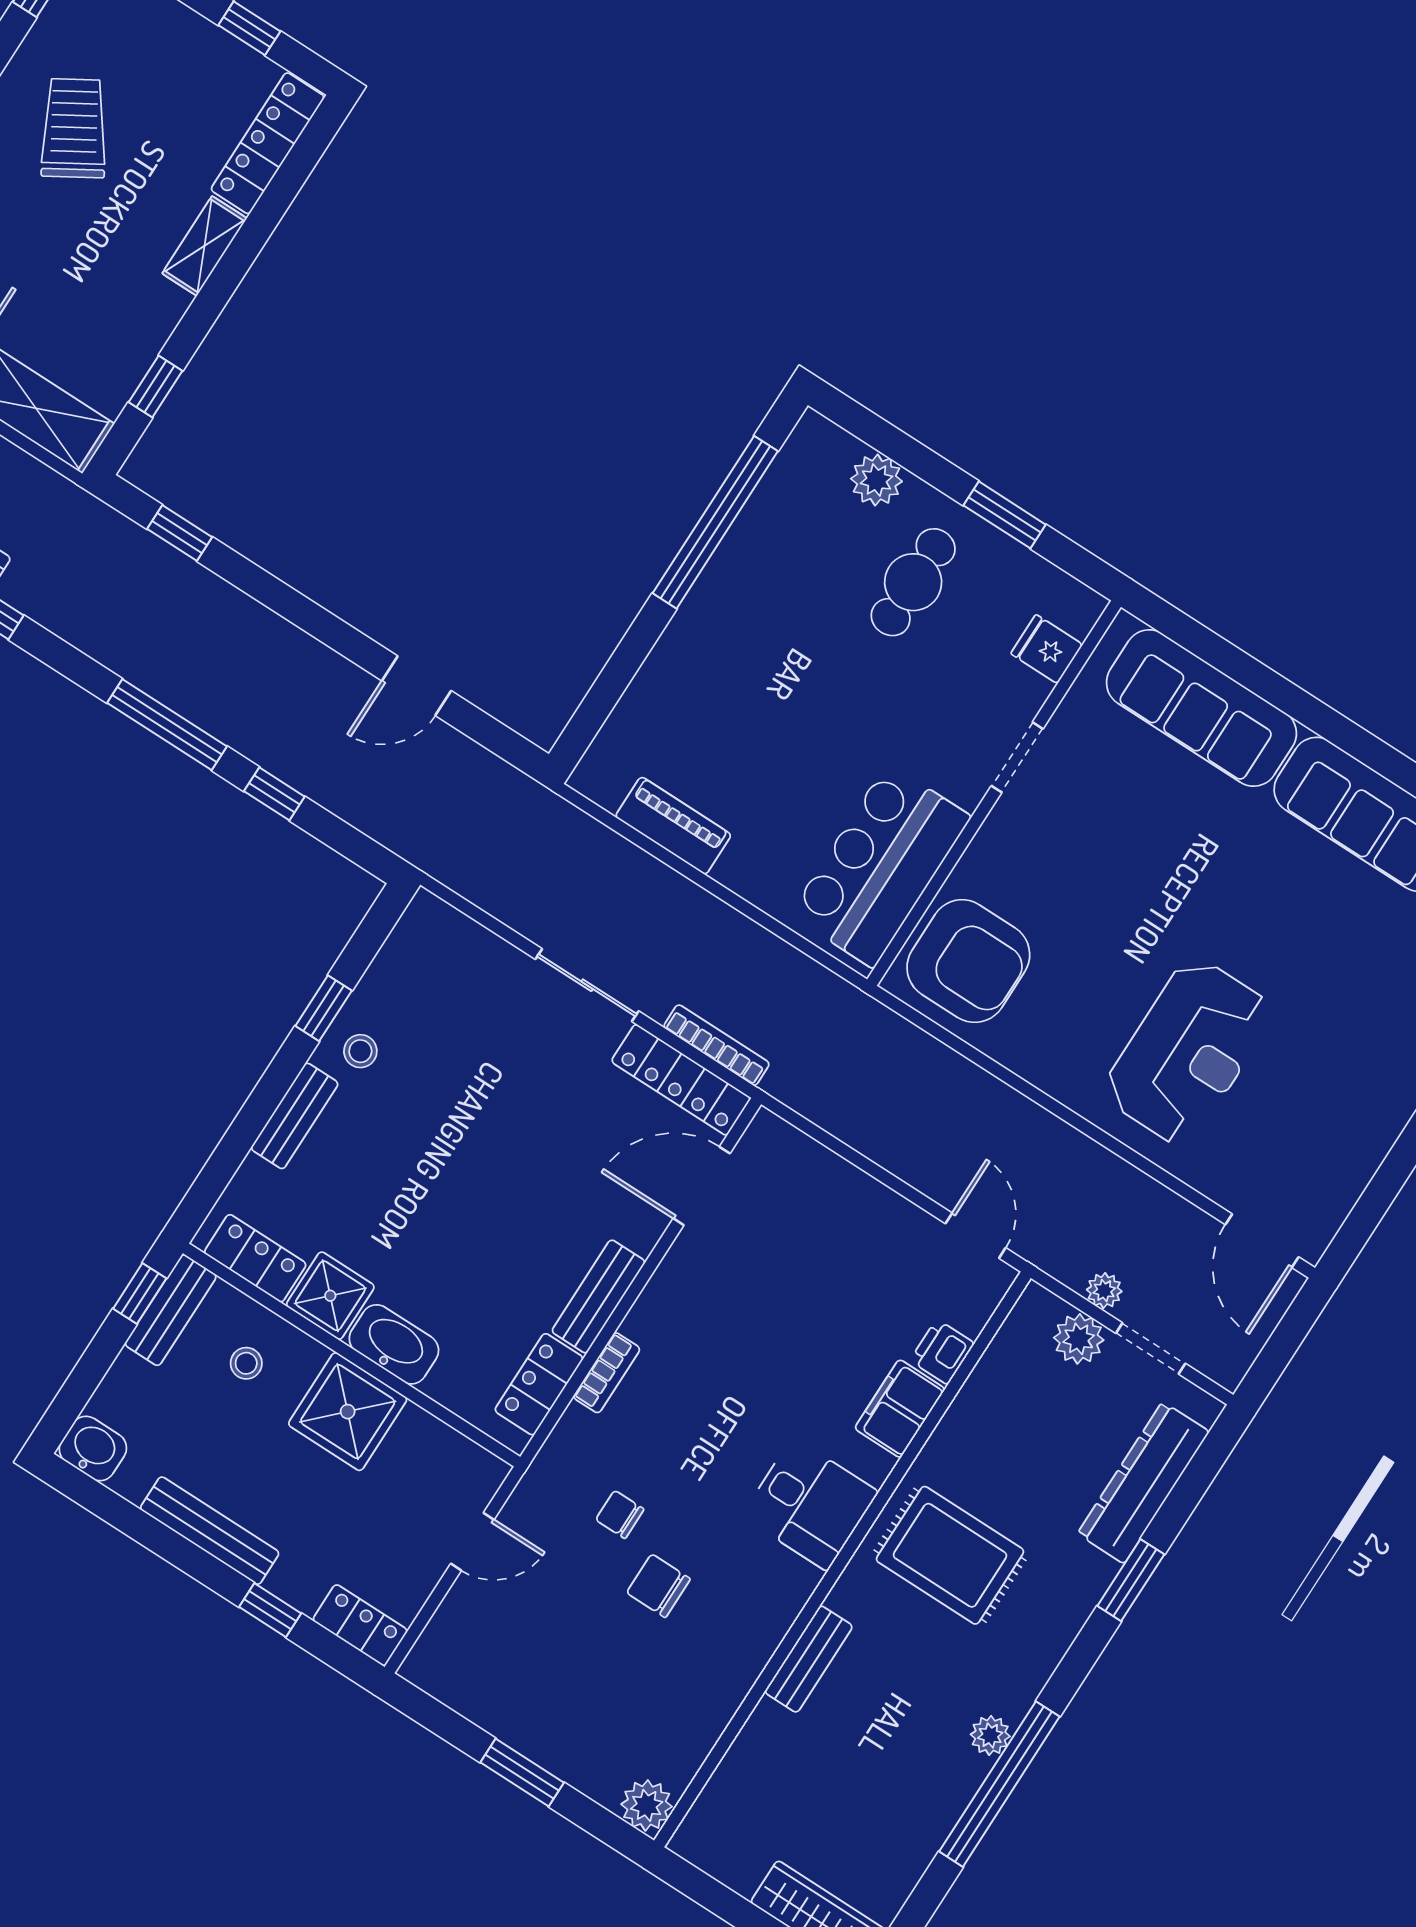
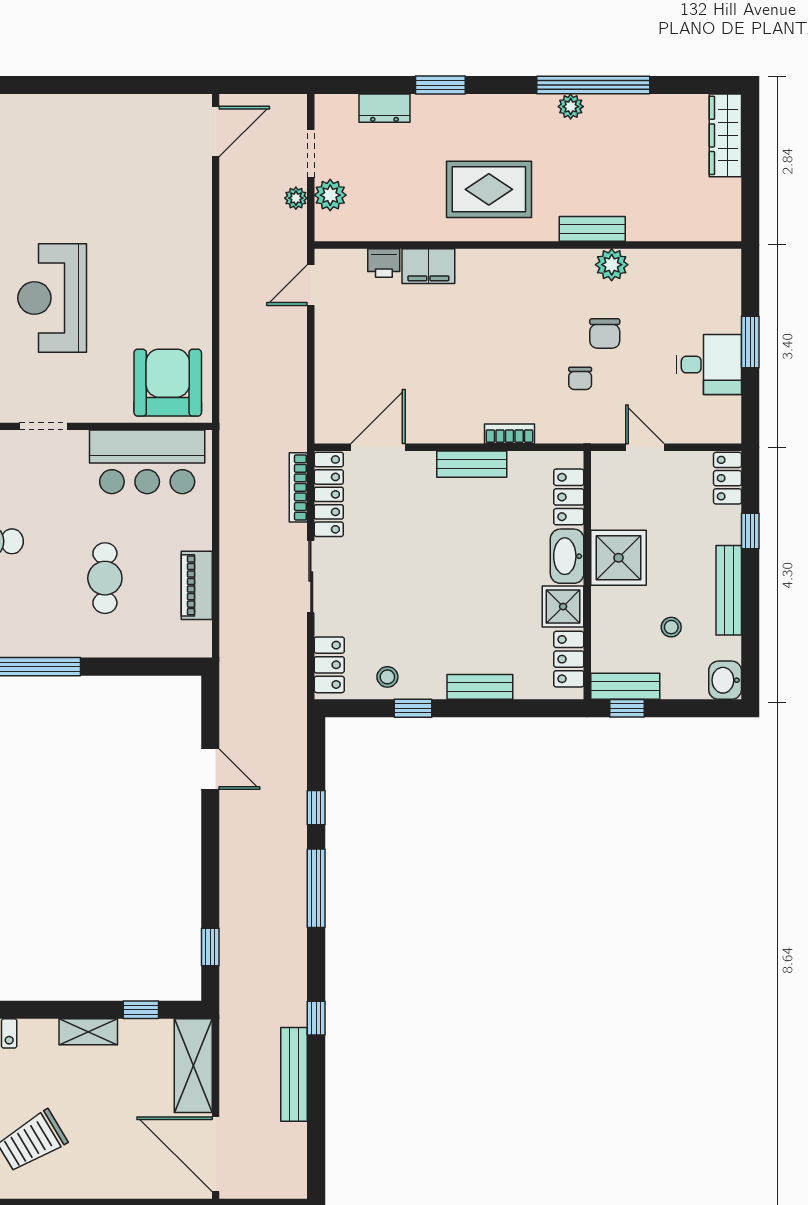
shelving: (204, 246) -> (88, 1032), moved
cafe table: (762, 709) -> (105, 578), added
locker: (453, 934) -> (329, 665), added
stool: (360, 1051) -> (387, 677), moved
reception desk: (1188, 1052) -> (52, 298), moved, turned -90
door: (702, 1186) -> (378, 447), swing flipped
stool: (246, 1363) -> (671, 627), moved
locker: (539, 1384) -> (569, 497), moved, turned 90
dresser: (1143, 1483) -> (384, 108), width x0.51, depth x0.80
desk: (810, 1504) -> (709, 365), moved, turned 90
rug: (950, 1555) -> (489, 189), turned 90
plant: (647, 1805) -> (612, 265), moved

